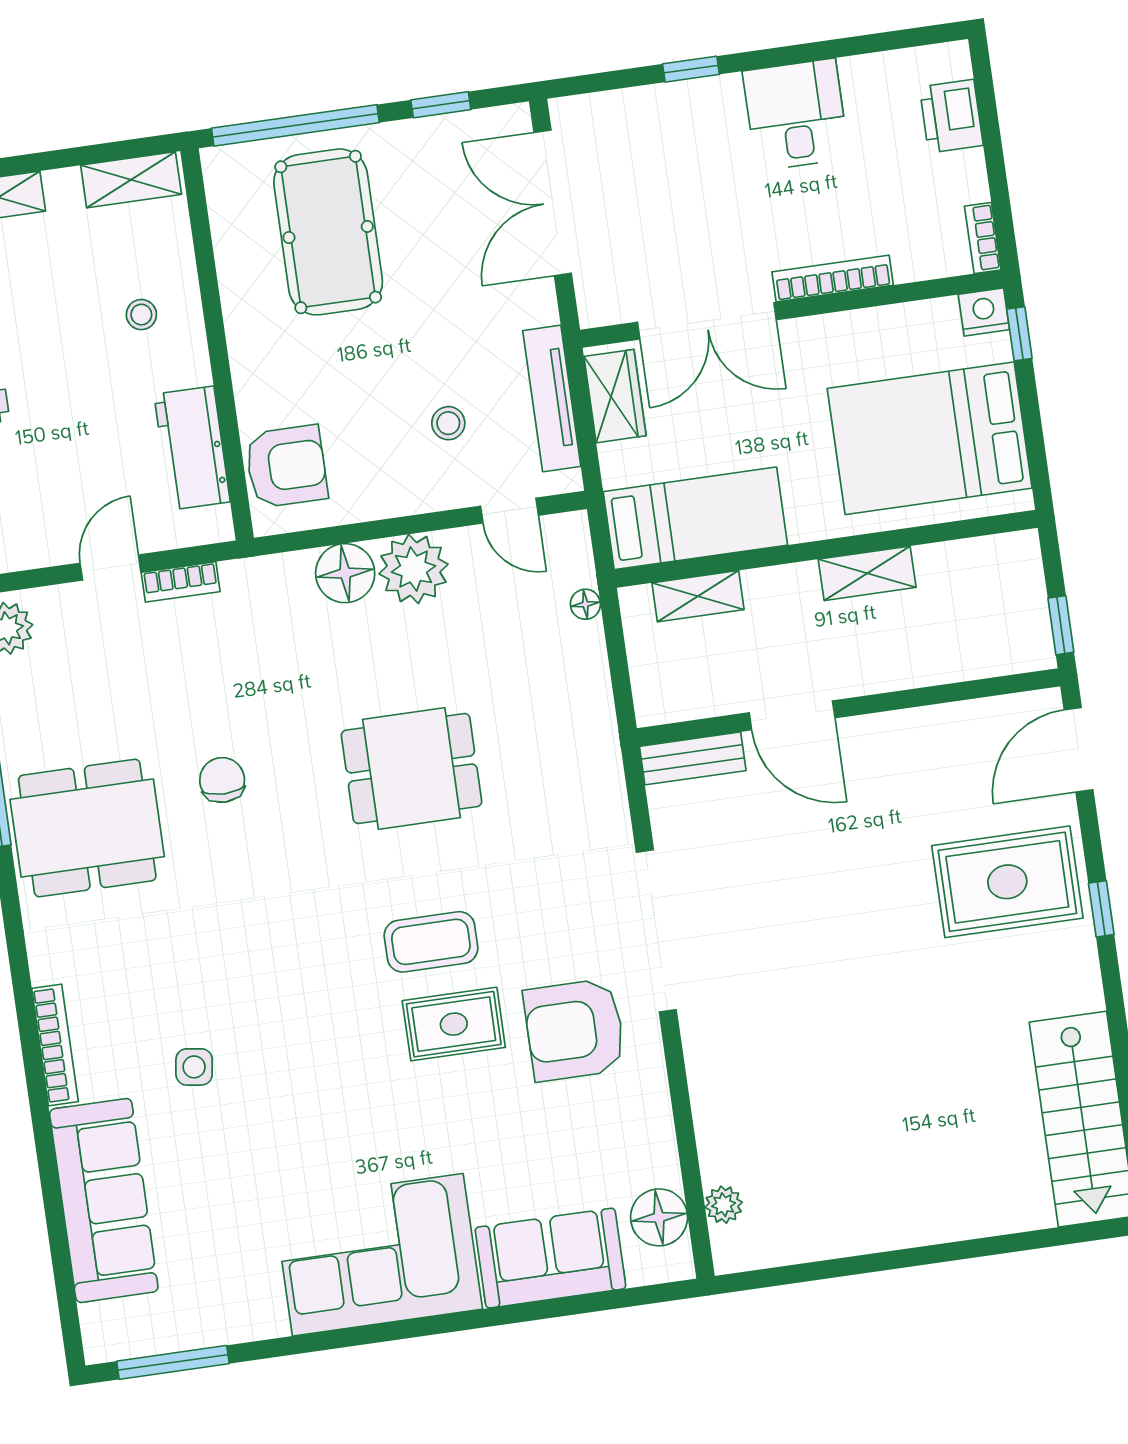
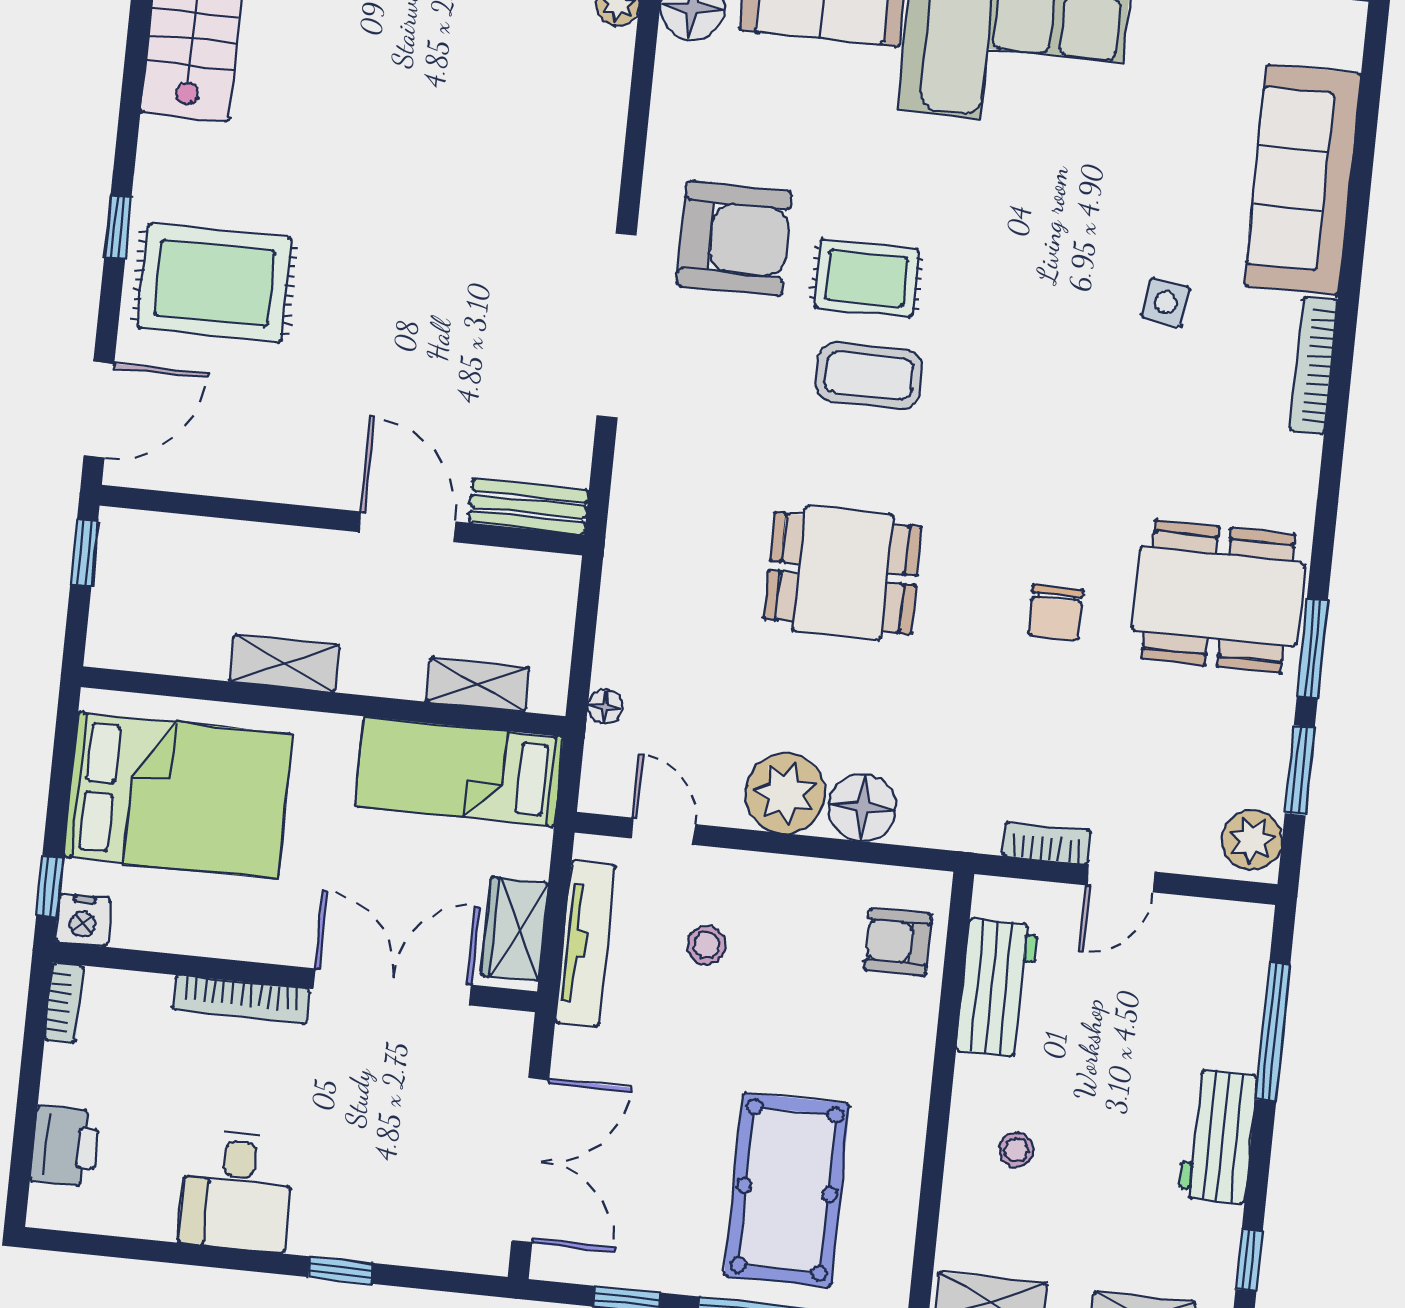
armchair: (286, 466) -> (898, 942), width x0.72, depth x0.72

